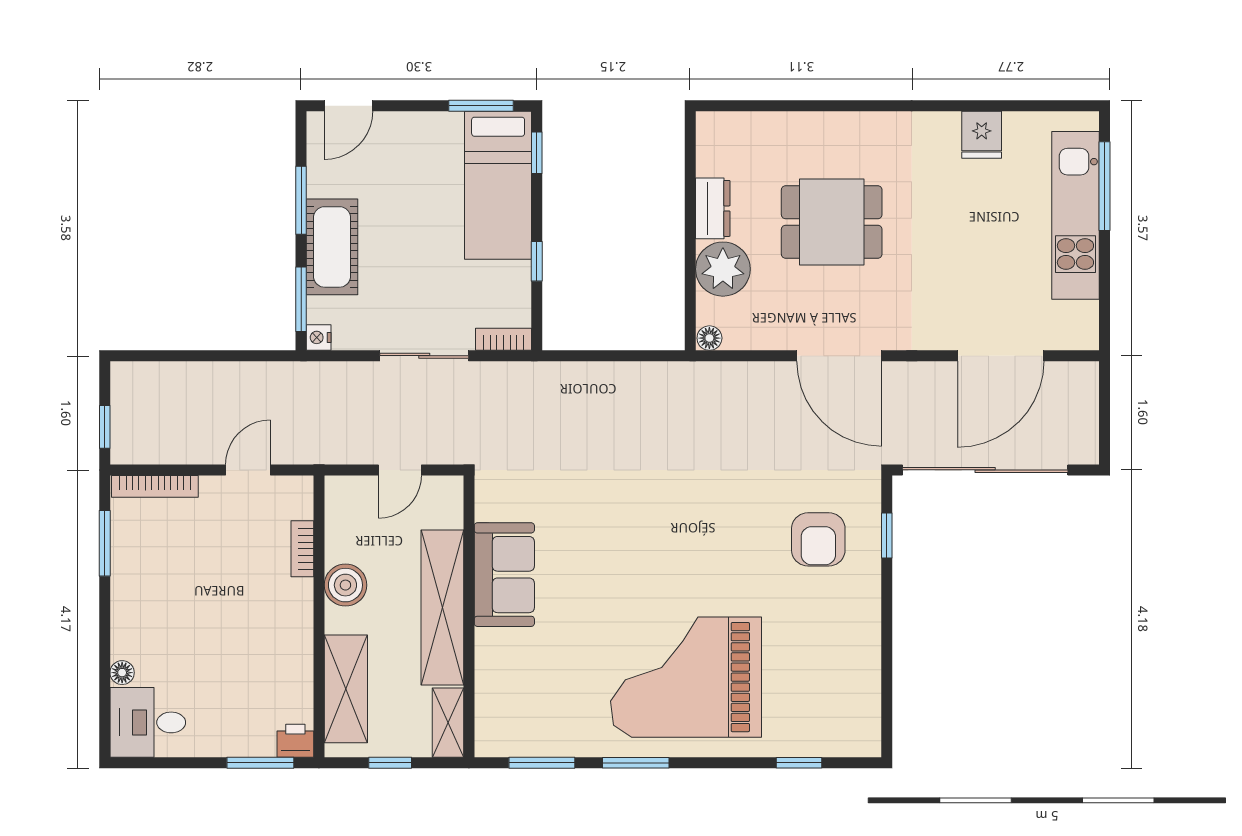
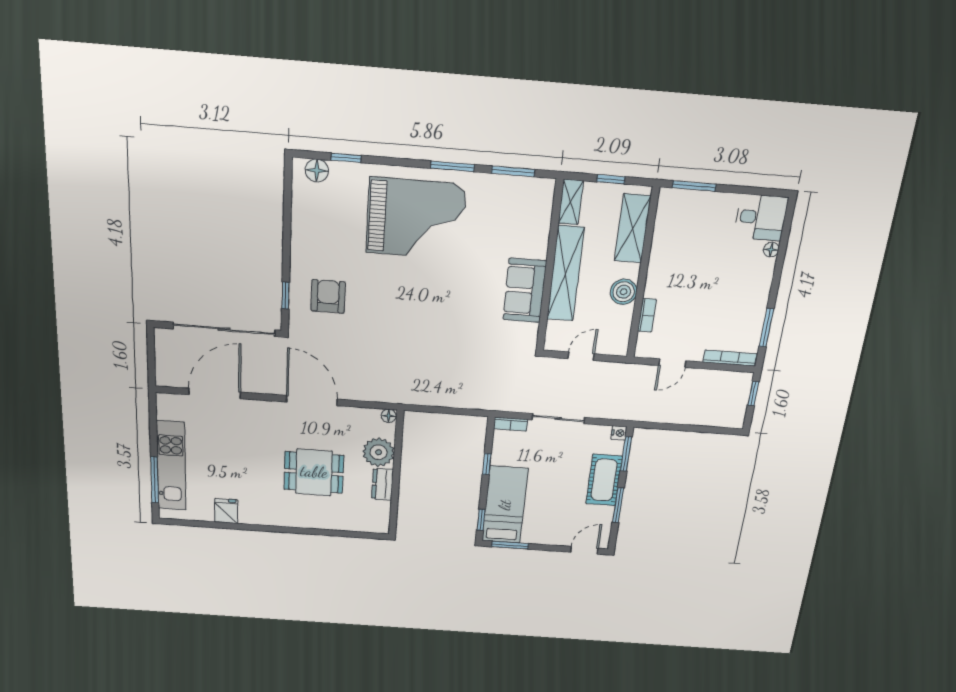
floor lamp: (843, 740) -> (317, 171), added
printer: (295, 741) -> (670, 198), removed

